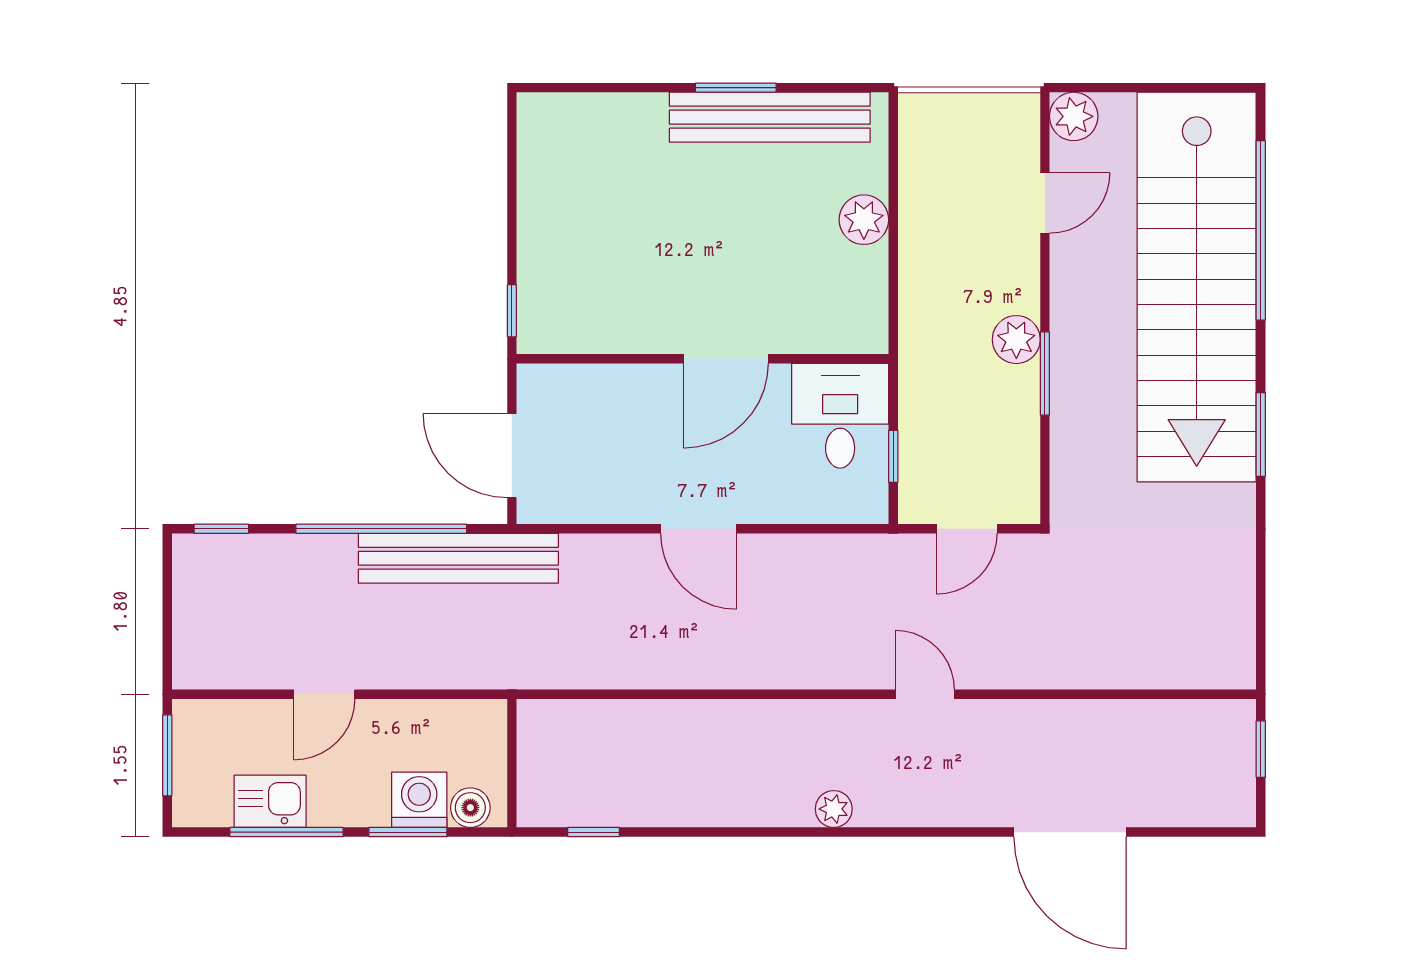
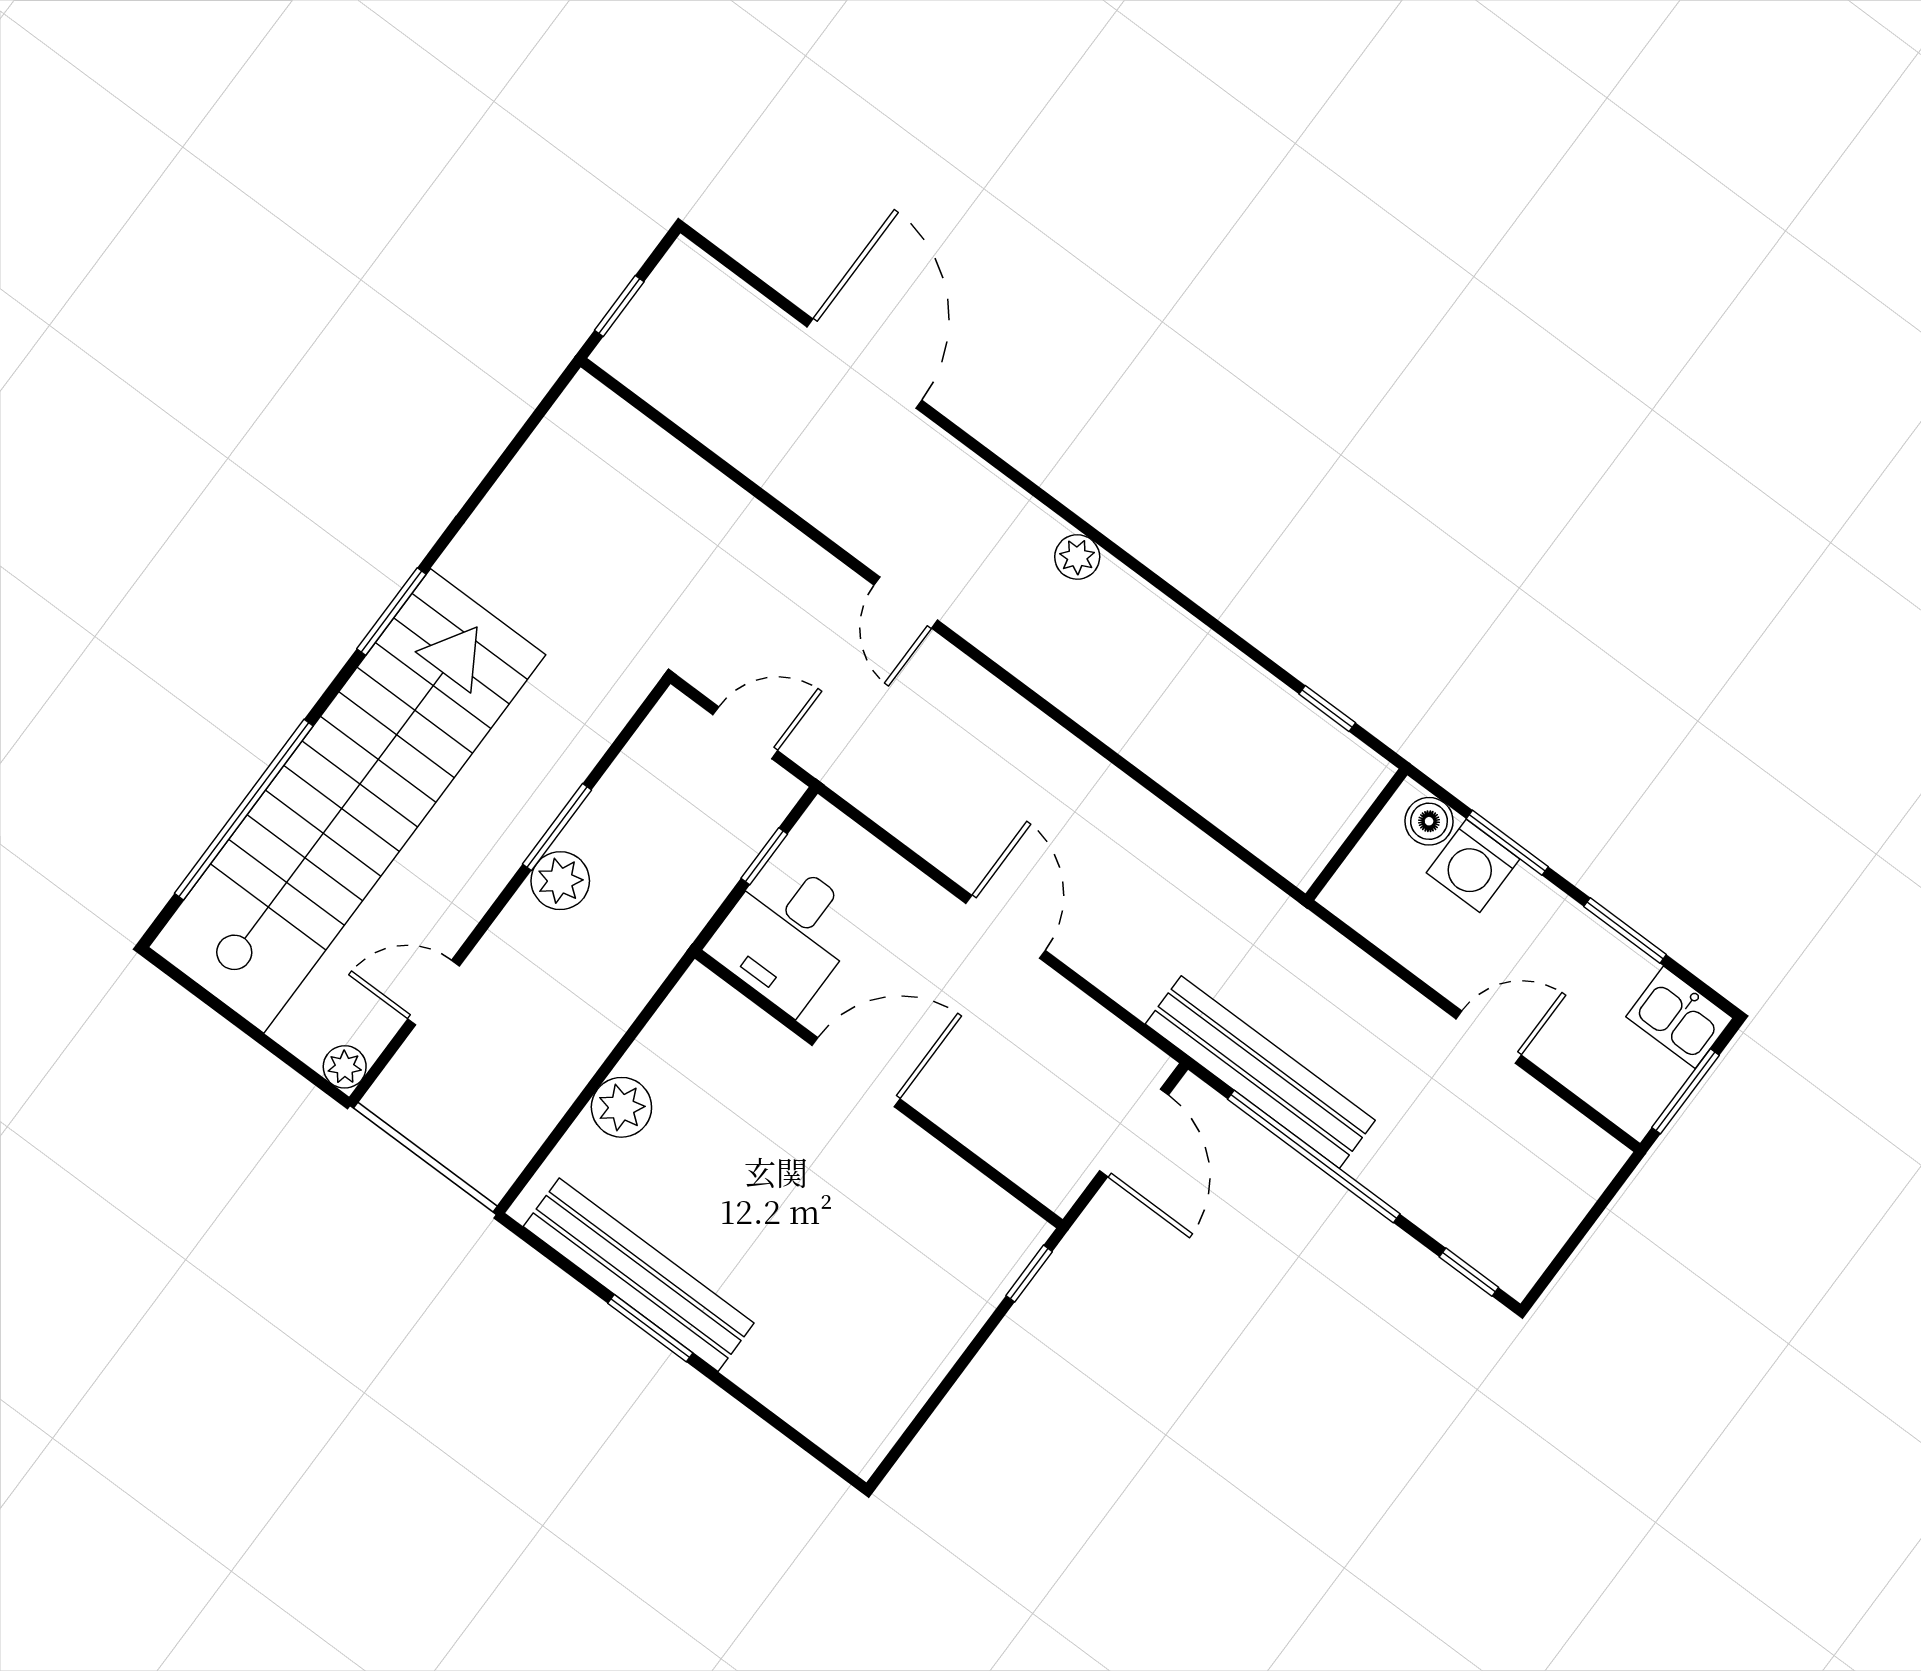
plant: (1074, 116) -> (345, 1067), width x0.73, depth x0.73
kitchen sink: (270, 801) -> (1679, 1017), moved
window: (287, 832) -> (1625, 931), width x0.69

